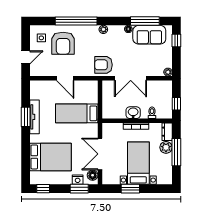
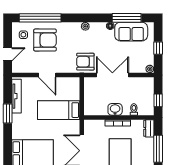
window: (76, 21) -> (40, 18), moved
window: (176, 40) -> (158, 48), moved
armchair: (63, 43) -> (45, 40), turned -90
double door: (131, 78) -> (112, 75), swing flipped
tv unit: (35, 117) -> (17, 96), moved
plant: (166, 147) -> (148, 144), removed

